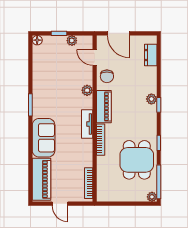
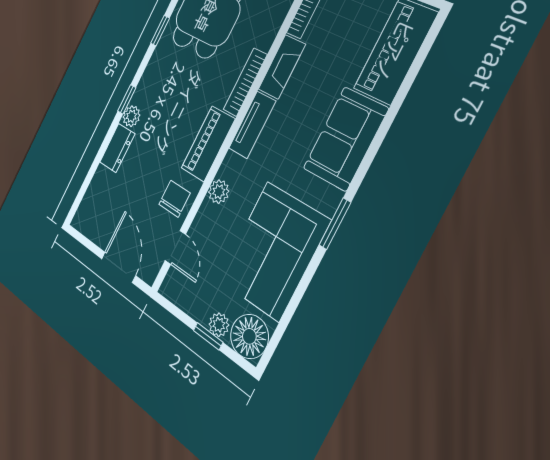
floor lamp: (37, 40) -> (249, 336), width x1.89, depth x1.89
plant: (72, 41) -> (219, 325), moved
dresser: (151, 55) -> (117, 148), moved
corner sofa: (50, 81) -> (273, 251), added
fireplace: (87, 153) -> (282, 67), added

